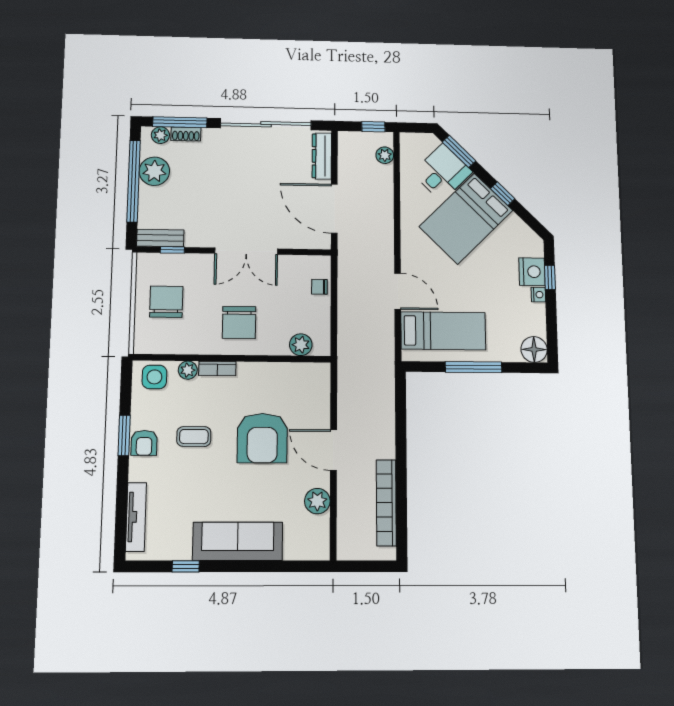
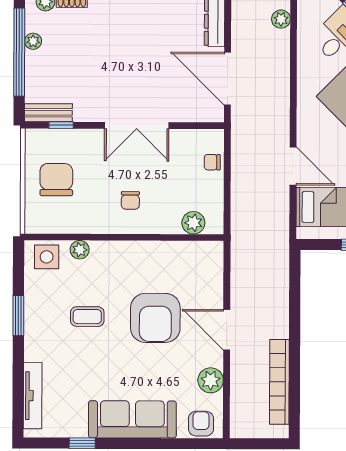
plant: (154, 171) -> (33, 41), width x0.53, depth x0.53
chair: (239, 323) -> (130, 200), width x0.54, depth x0.54
bookcase: (217, 369) -> (109, 248), removed
armchair: (144, 443) -> (201, 424), moved, turned 180

